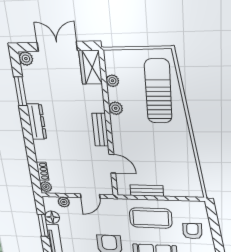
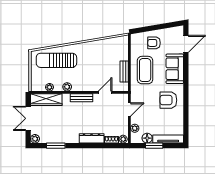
wardrobe: (91, 67) -> (46, 100), width x1.50
dresser: (37, 122) -> (92, 138), moved
door: (90, 196) -> (129, 109), hinge flipped

